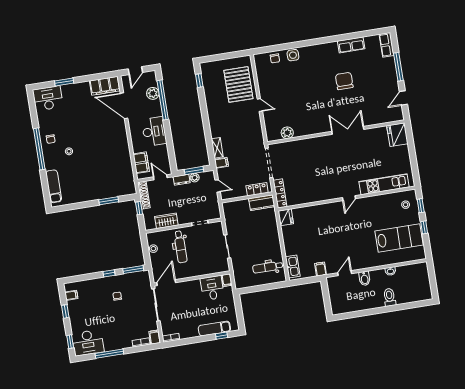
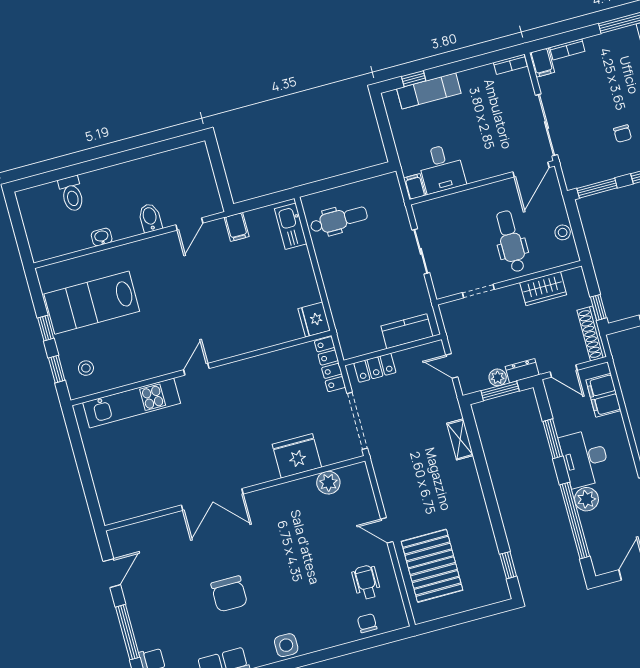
side table: (293, 55) -> (286, 645), moved
wheelchair: (273, 80) -> (366, 582), added
plant: (153, 93) -> (587, 499), moved
fridge: (397, 135) -> (297, 456), moved, turned -90
window: (170, 143) -> (553, 439), added
filing cabinet: (221, 163) -> (449, 411), removed
kitchen counter: (262, 203) -> (407, 331), moved
toilet: (389, 297) -> (72, 194), moved

